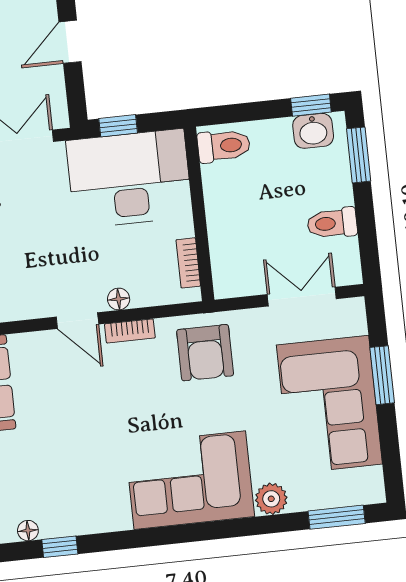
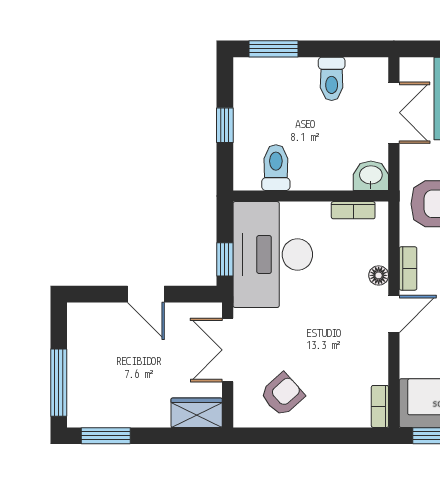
window: (311, 105) -> (225, 125), moved
washbasin: (313, 131) -> (371, 176), moved, turned -90
toilet: (224, 146) -> (276, 168), moved
double door: (302, 297) -> (394, 113), swing flipped

